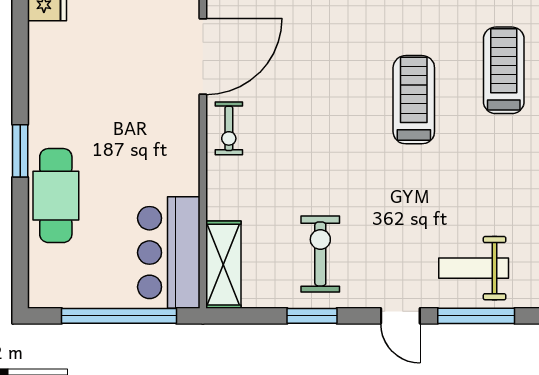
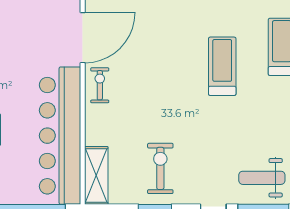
exercise bike: (229, 128) -> (100, 85), turned 180
bar counter: (169, 253) -> (60, 136), width x1.86

